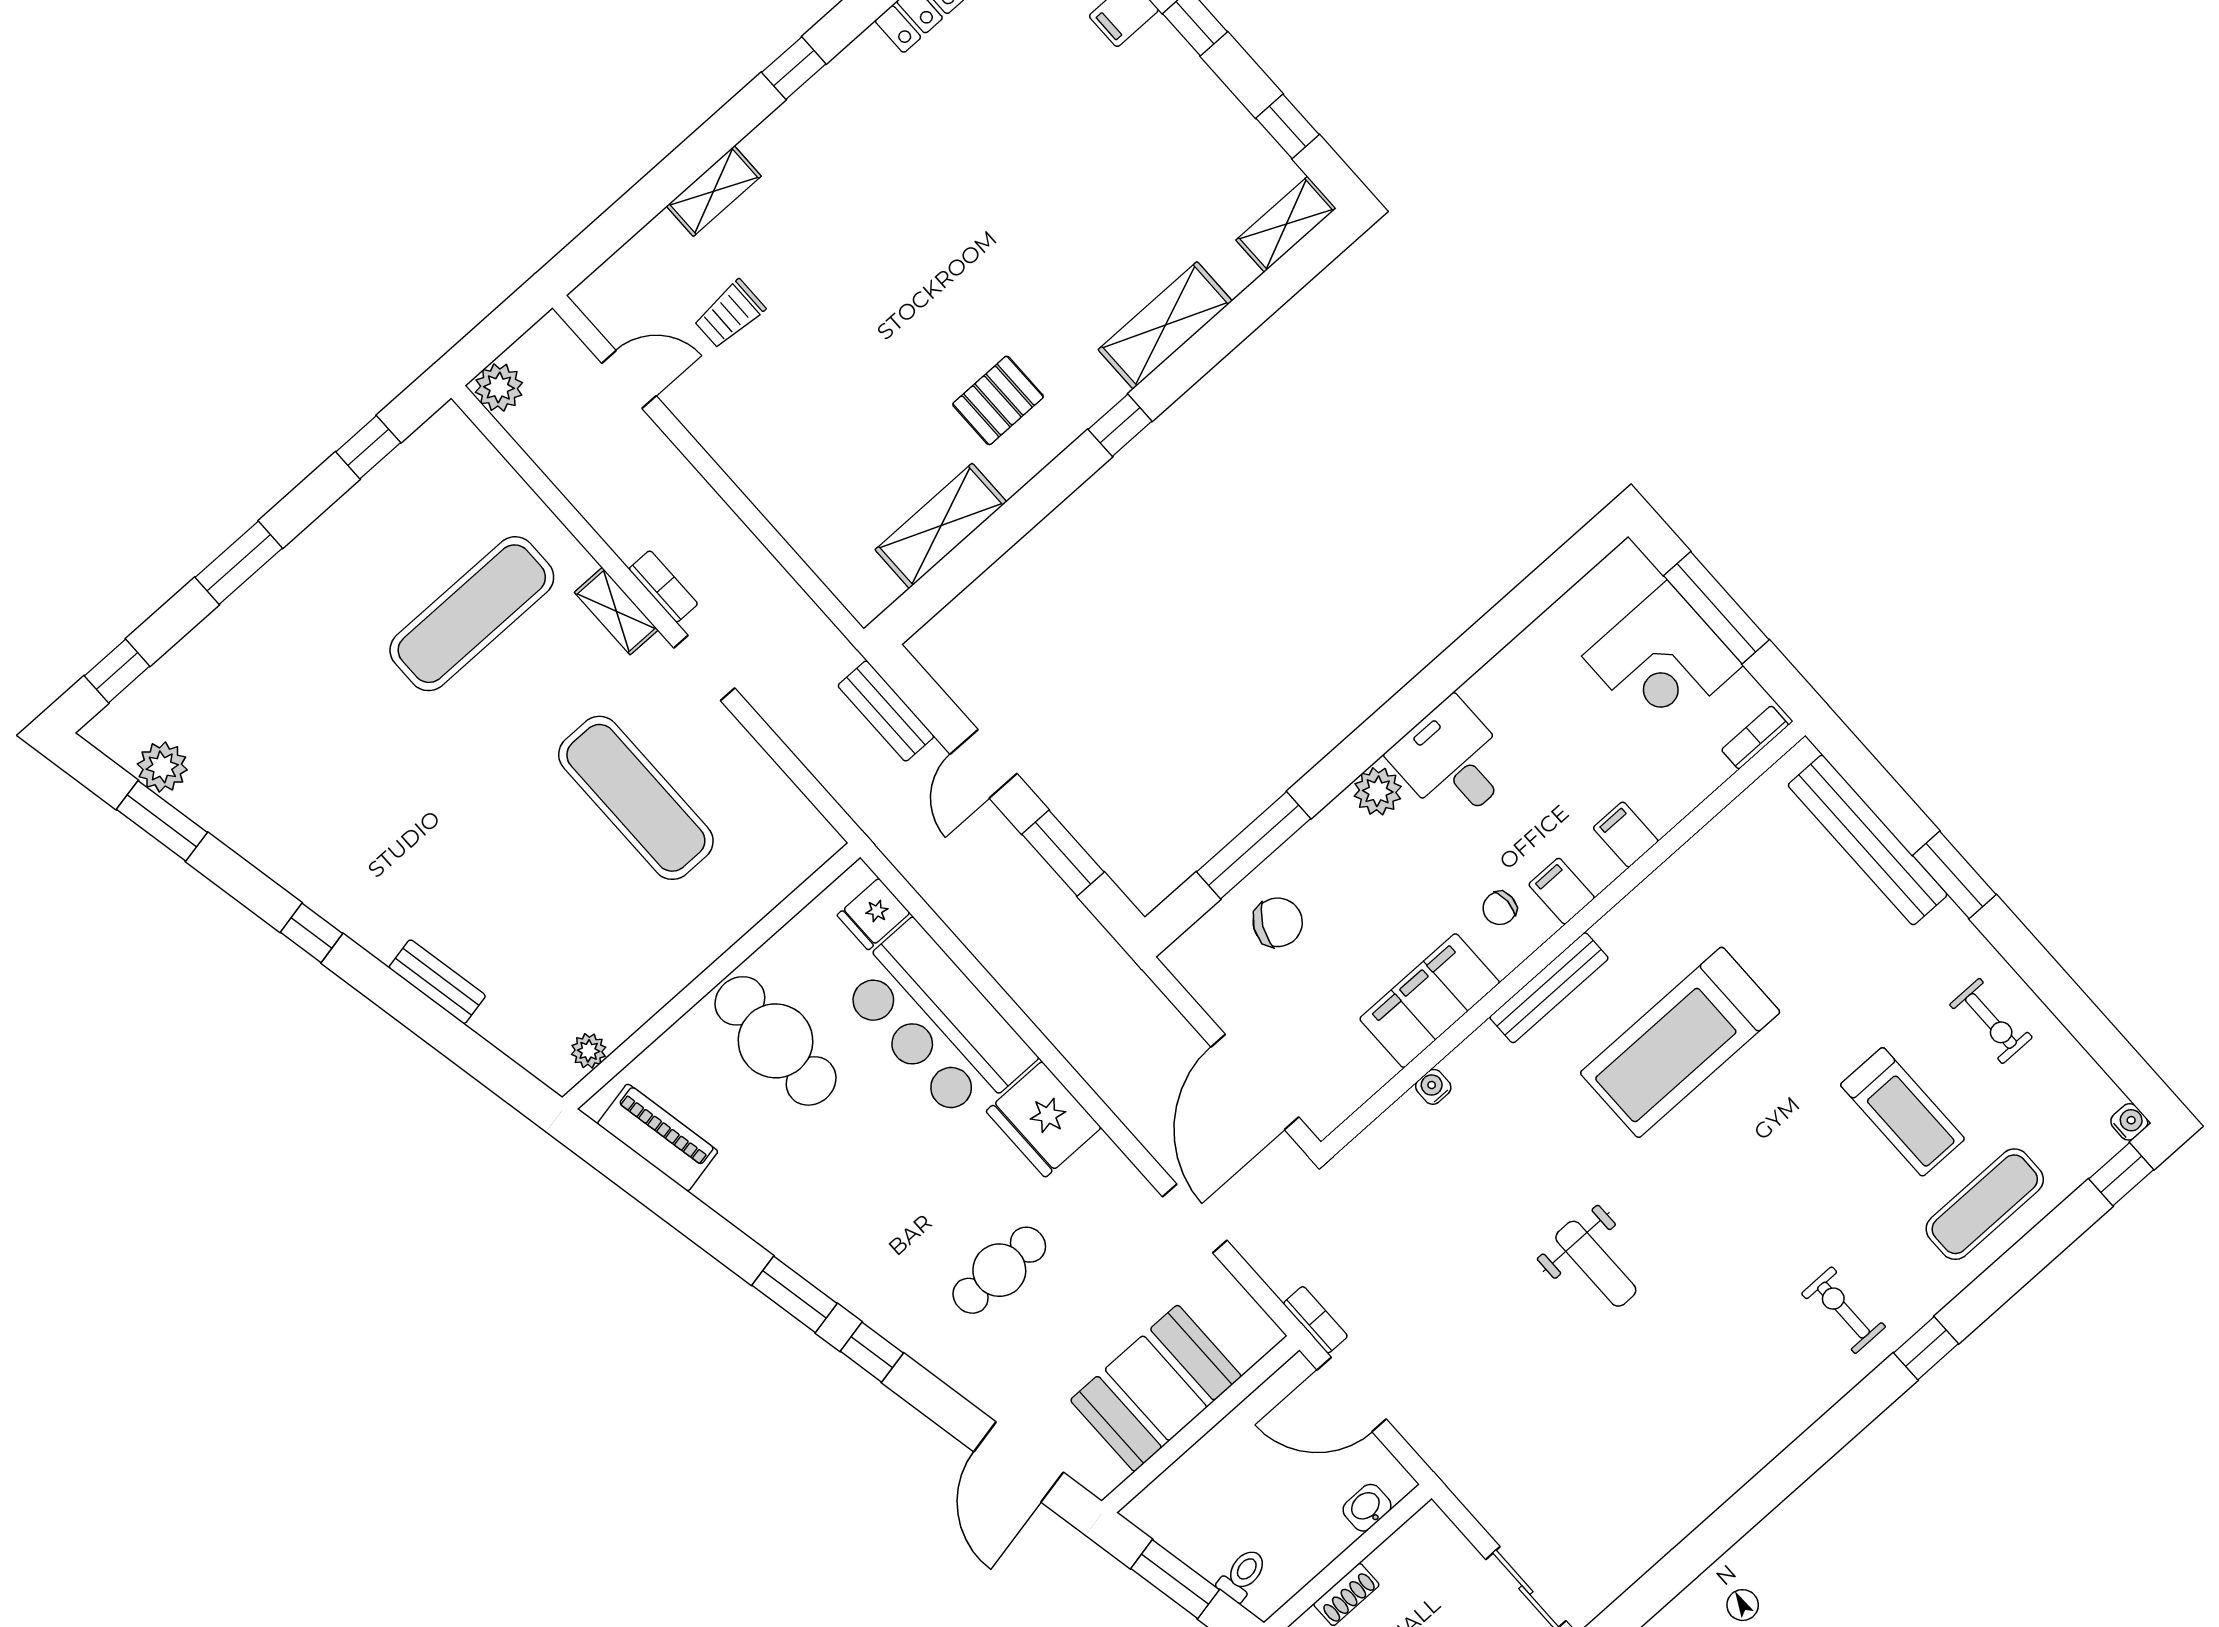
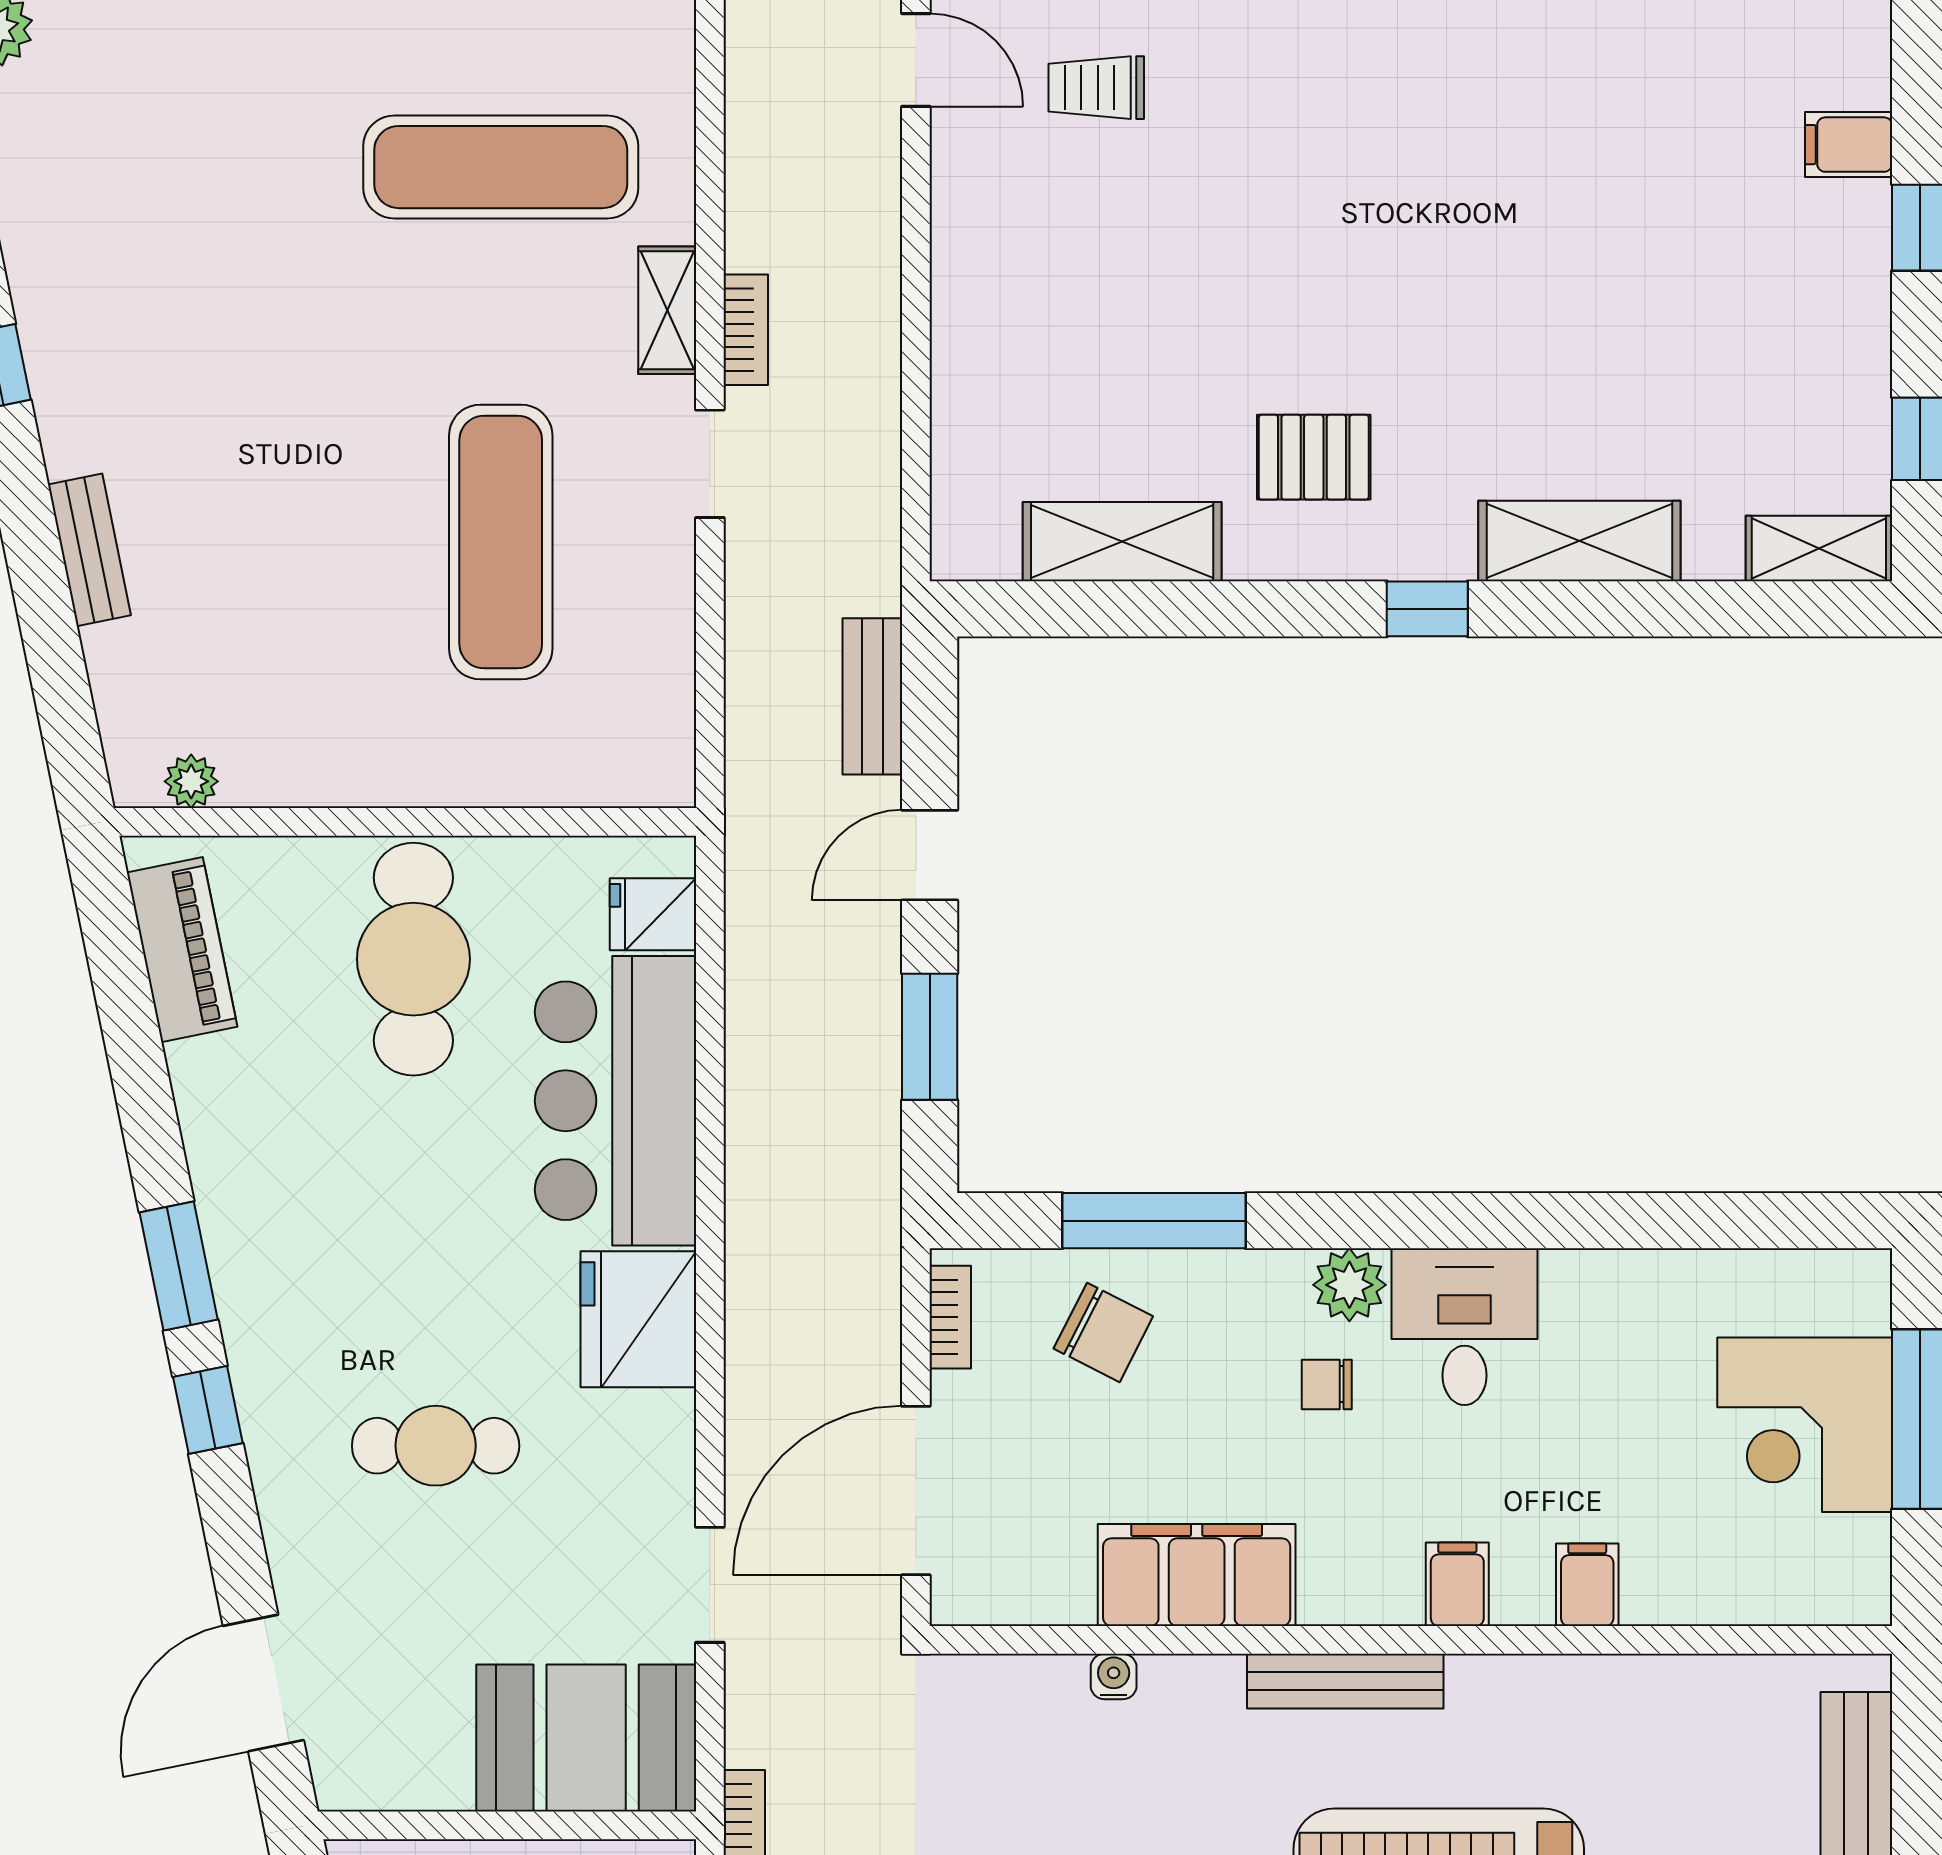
bookcase: (1755, 738) -> (950, 1317), moved, turned 90
chair: (1500, 908) -> (1327, 1384), moved
booth: (1156, 1388) -> (586, 1738), moved

